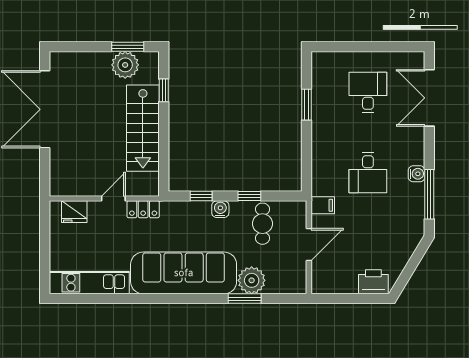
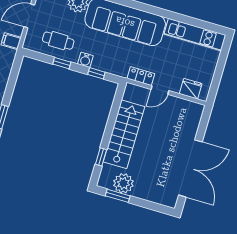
cafe table: (262, 224) -> (58, 41), turned 90

